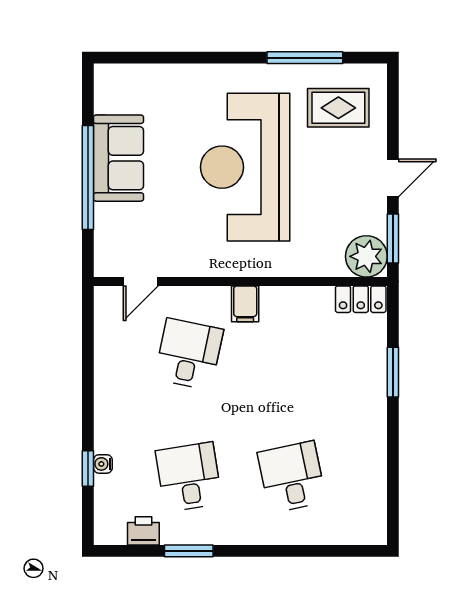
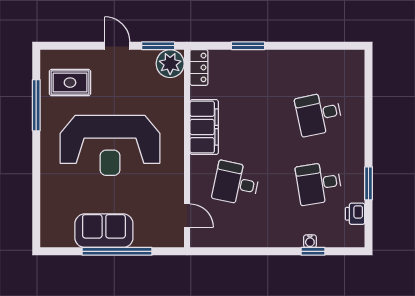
rug: (338, 108) -> (70, 83), turned 90
filing cabinet: (245, 304) -> (204, 127), width x3.00, depth x1.17

